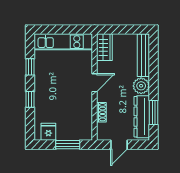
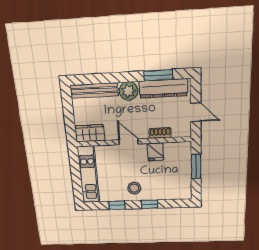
stool: (48, 85) -> (134, 188), added
fridge: (48, 132) -> (155, 152), moved, turned -90

